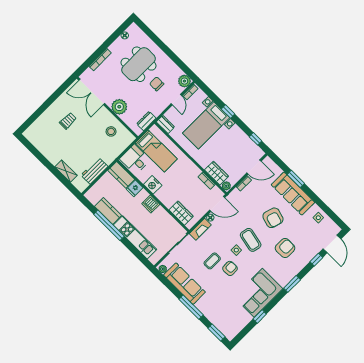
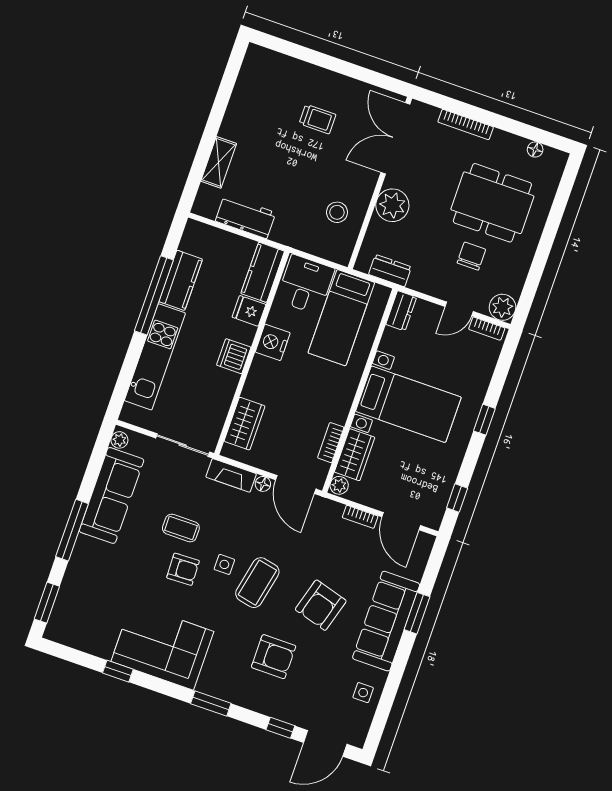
bed with nightstands: (206, 125) -> (408, 404), moved, turned 180

